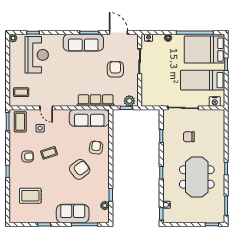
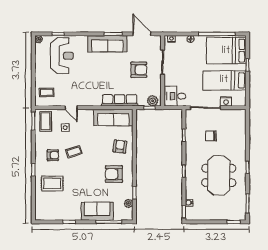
armchair: (115, 69) -> (139, 70), turned 90
desk: (152, 96) -> (175, 96), added
nightstand: (215, 101) -> (226, 101), moved
armchair: (80, 169) -> (114, 174), moved, turned -143
rug: (30, 196) -> (52, 183), moved

